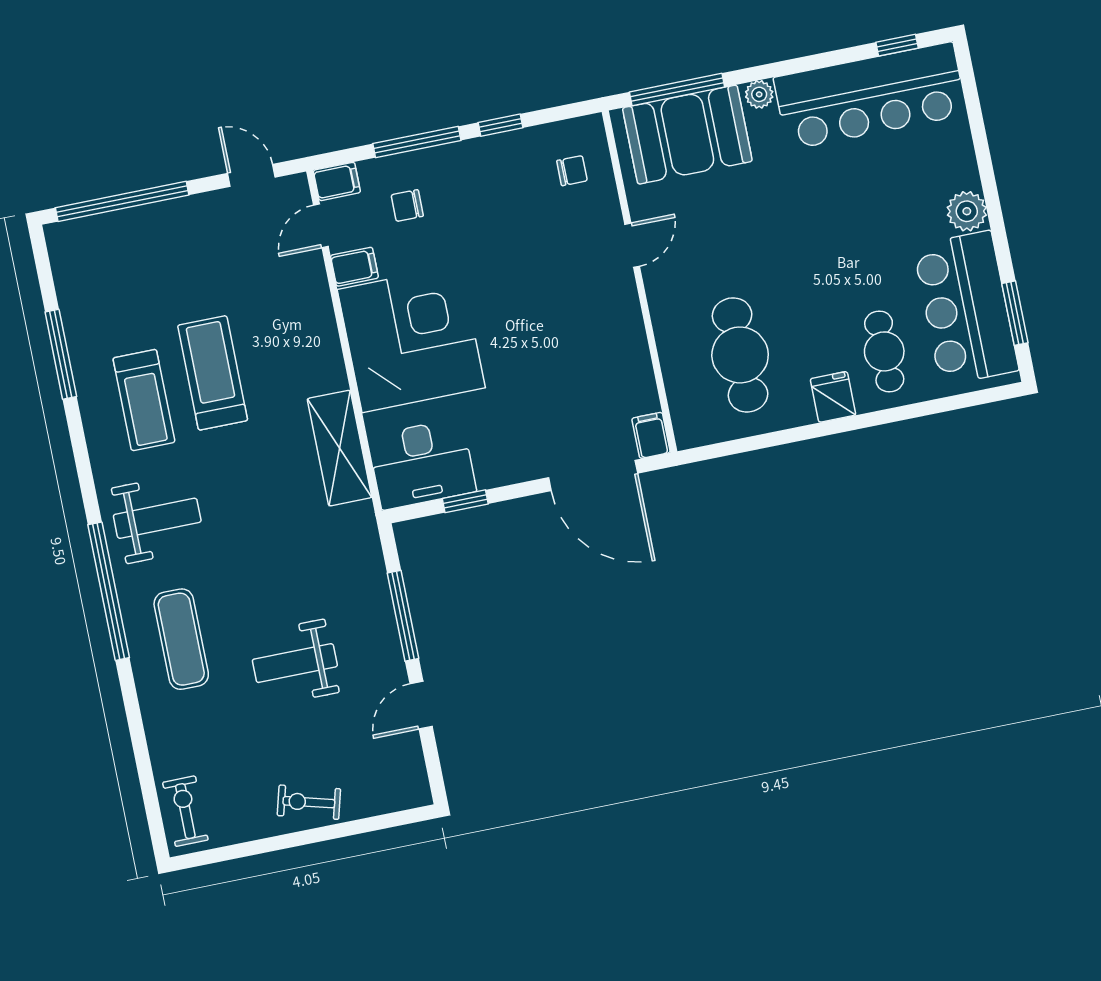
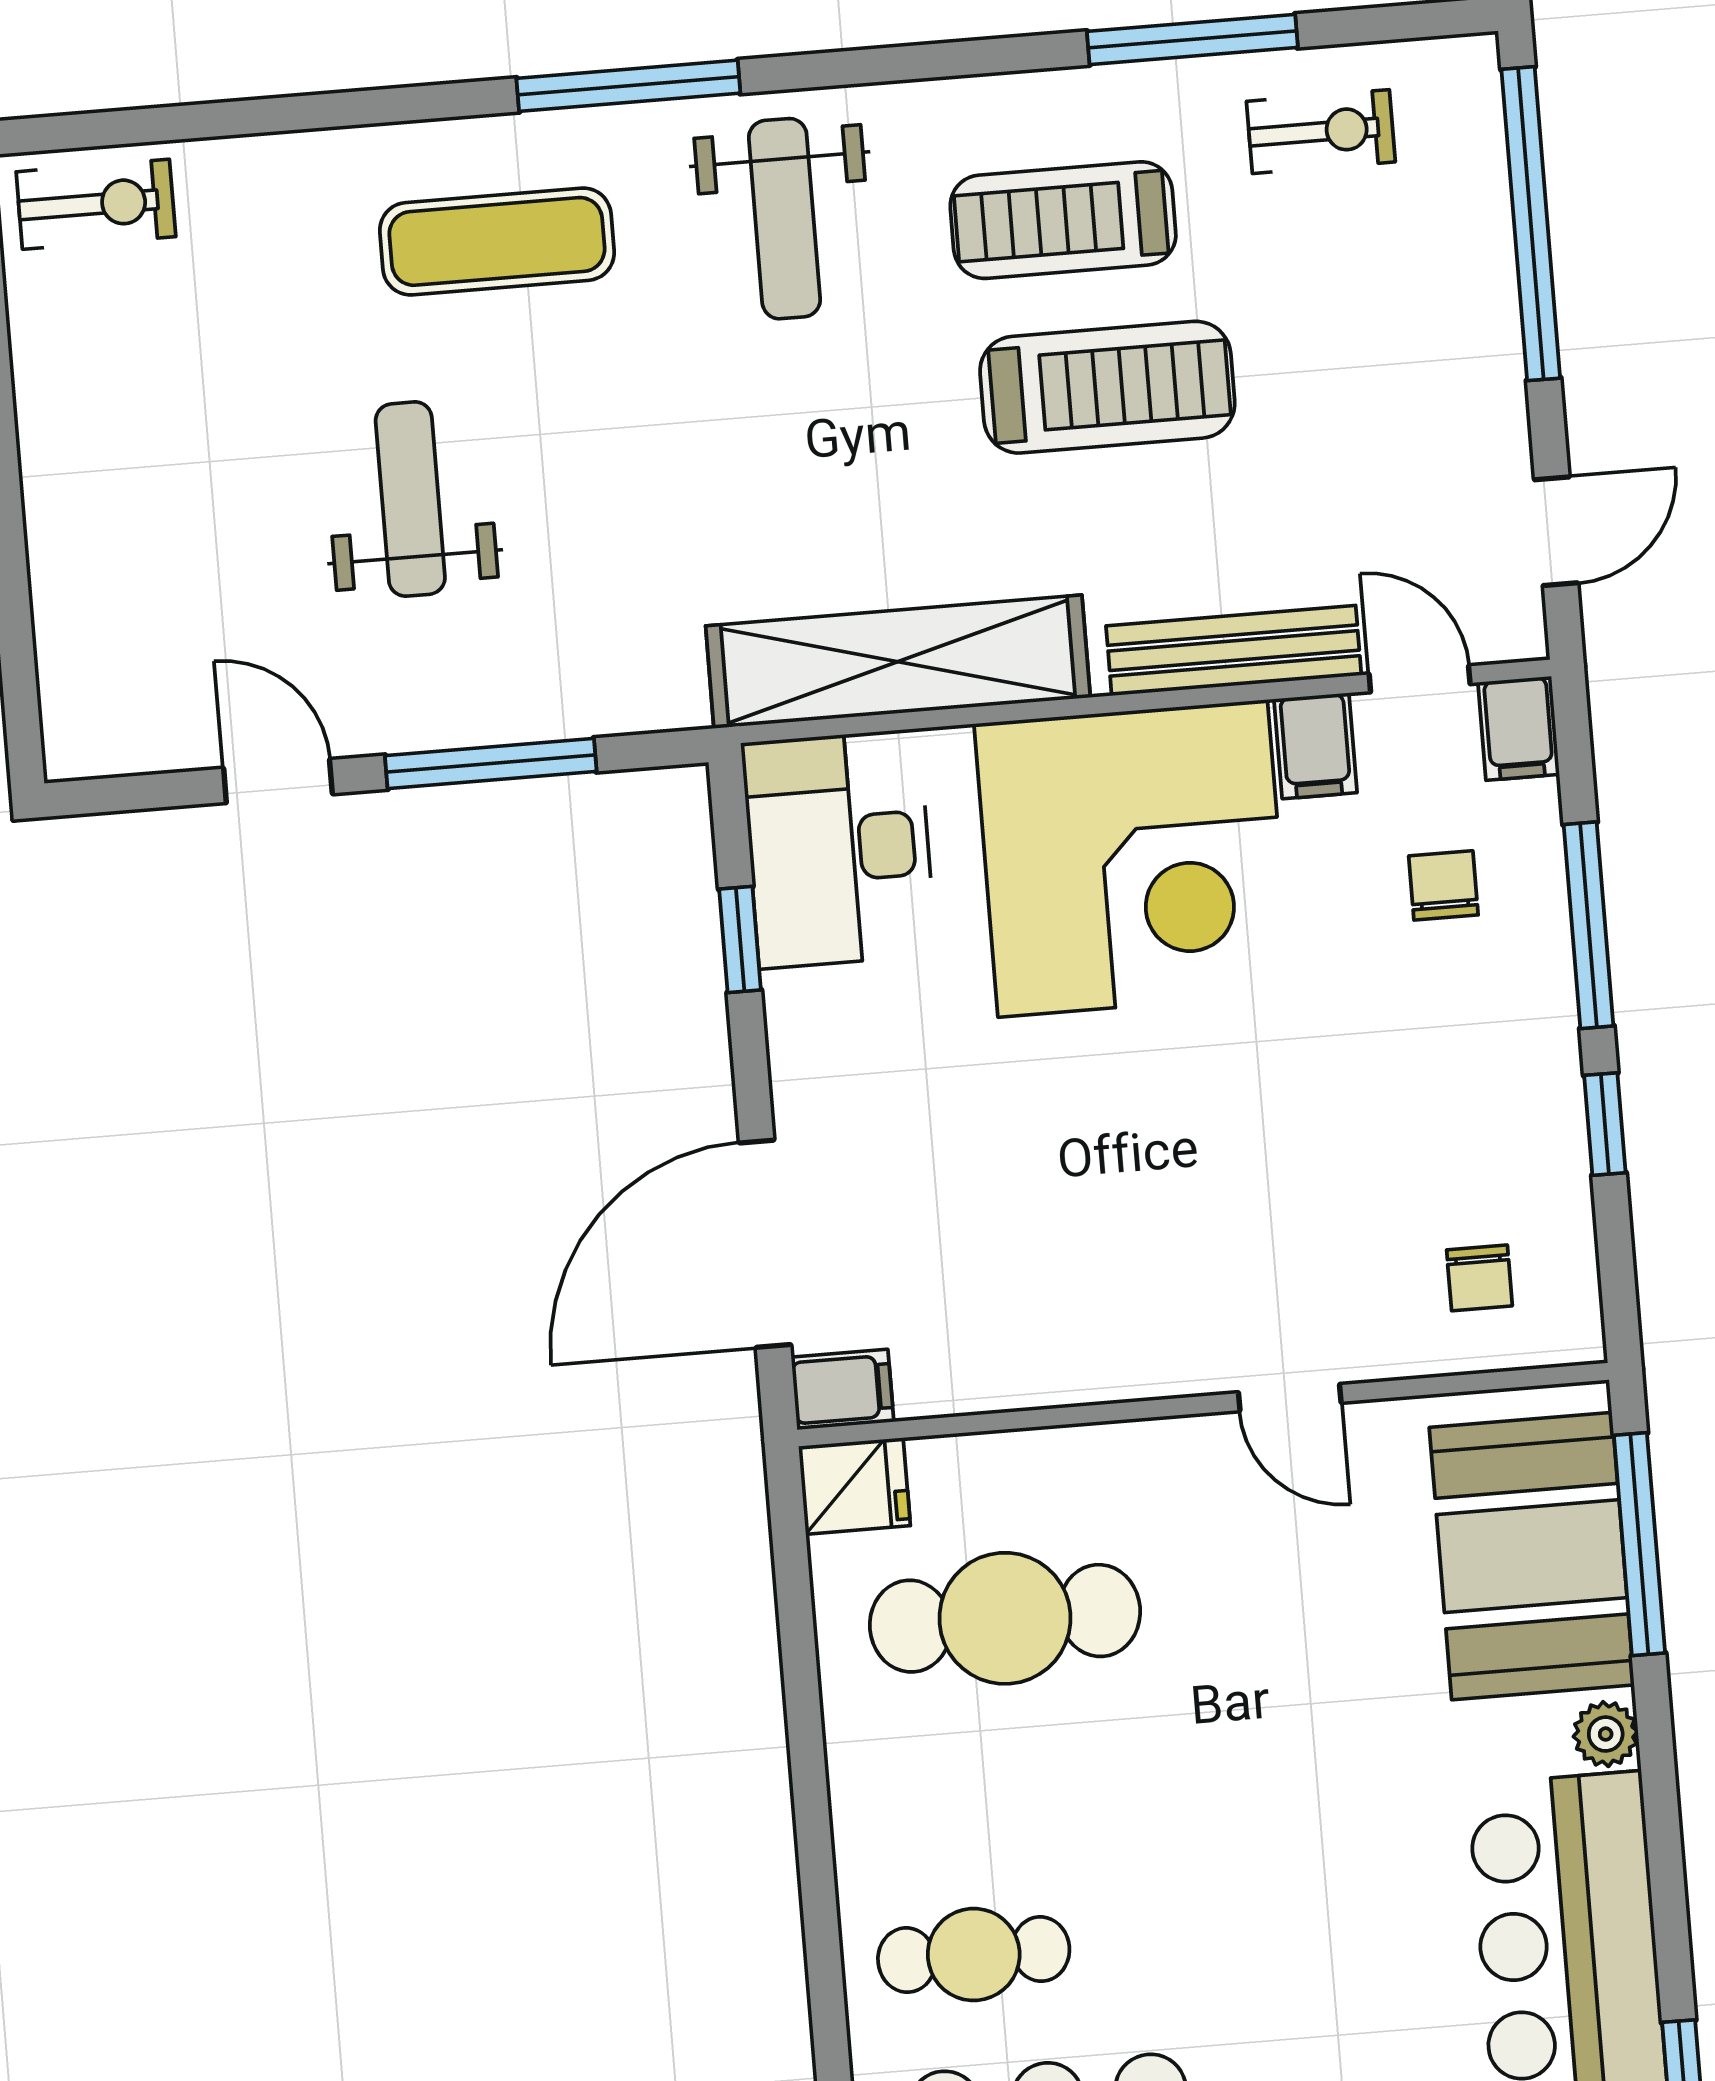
bench: (318, 306) -> (1234, 651), added
fridge: (833, 397) -> (854, 1486), moved
shelving: (340, 448) -> (898, 662), width x1.47
window: (109, 591) -> (628, 86), width x0.68
exercise bike: (309, 802) -> (1321, 132), moved, turned 75

